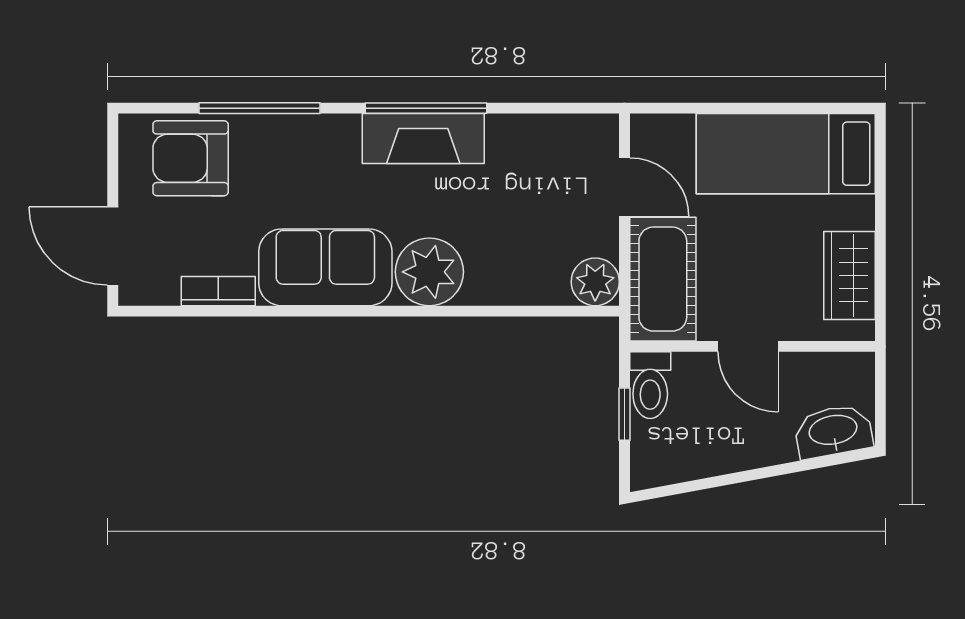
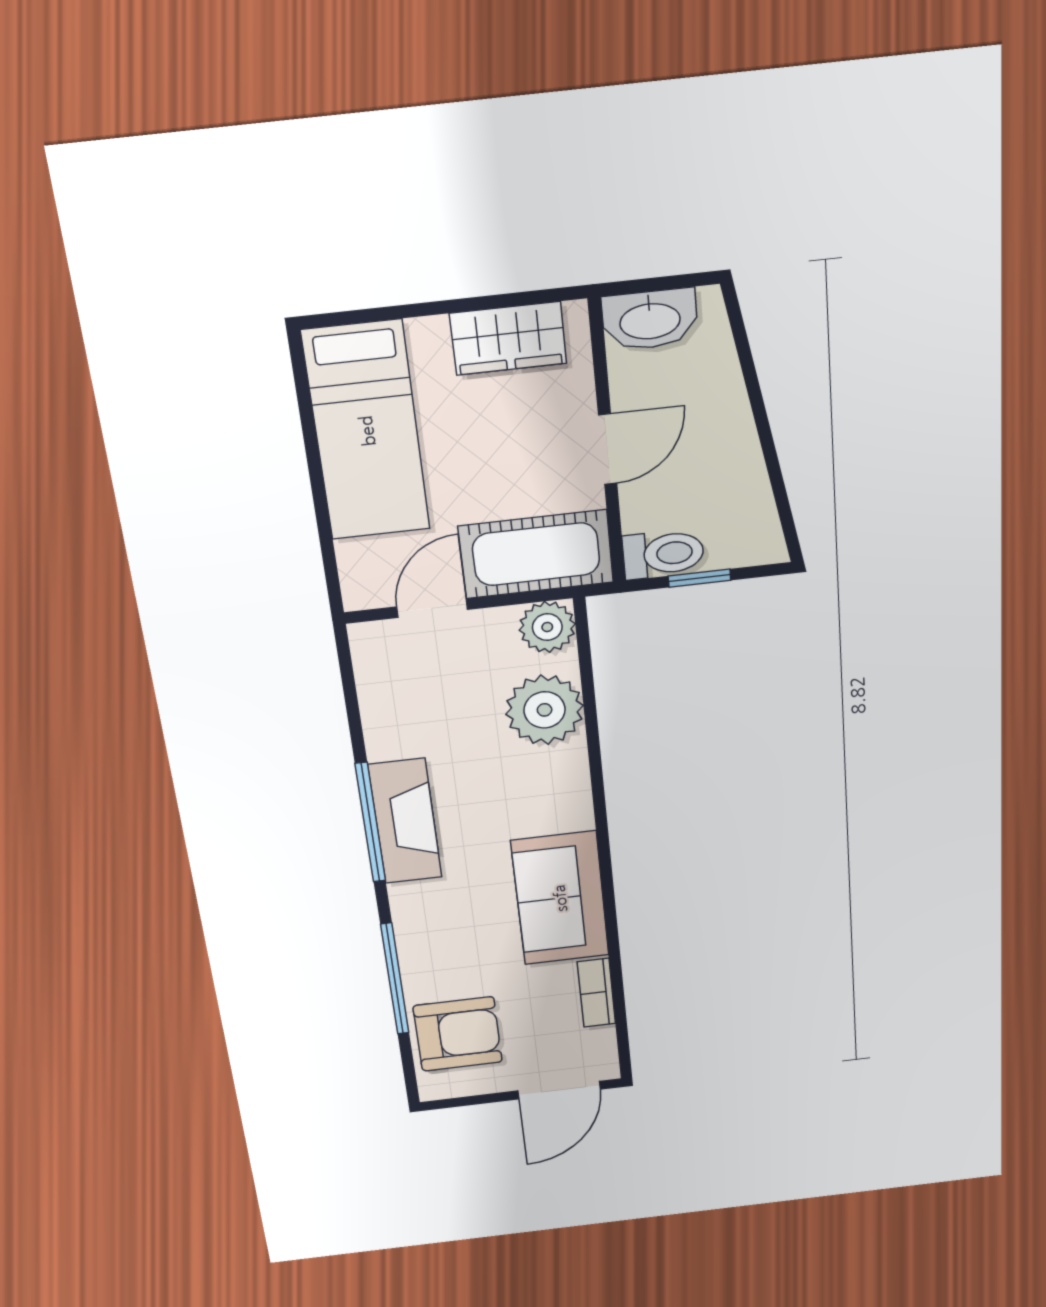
armchair: (191, 158) -> (458, 1034), turned -90
plant: (429, 272) -> (545, 710), moved
washbasin: (833, 431) -> (650, 320), moved, turned -79

